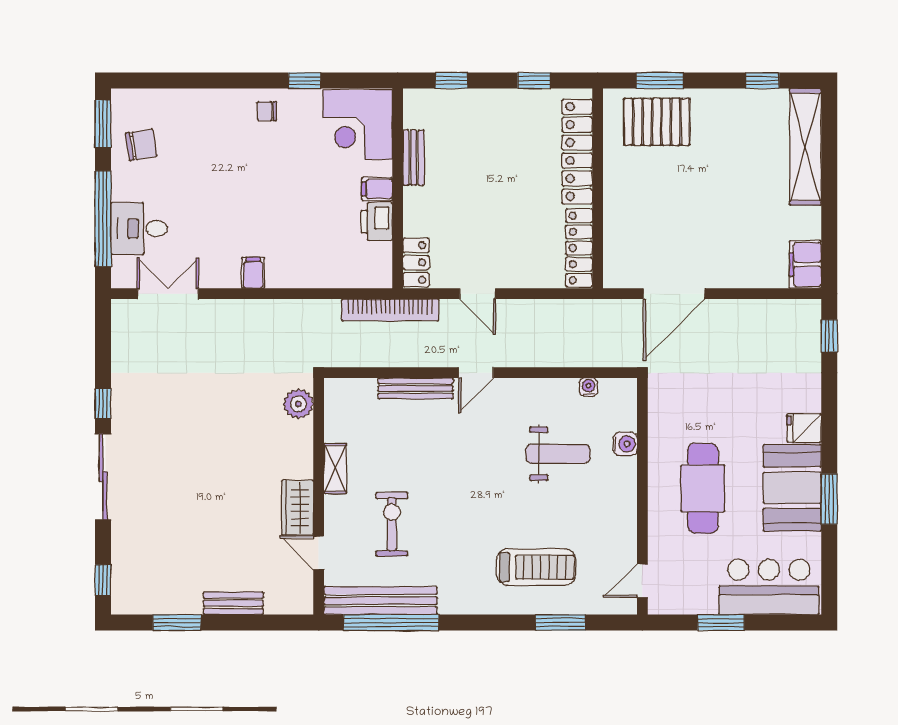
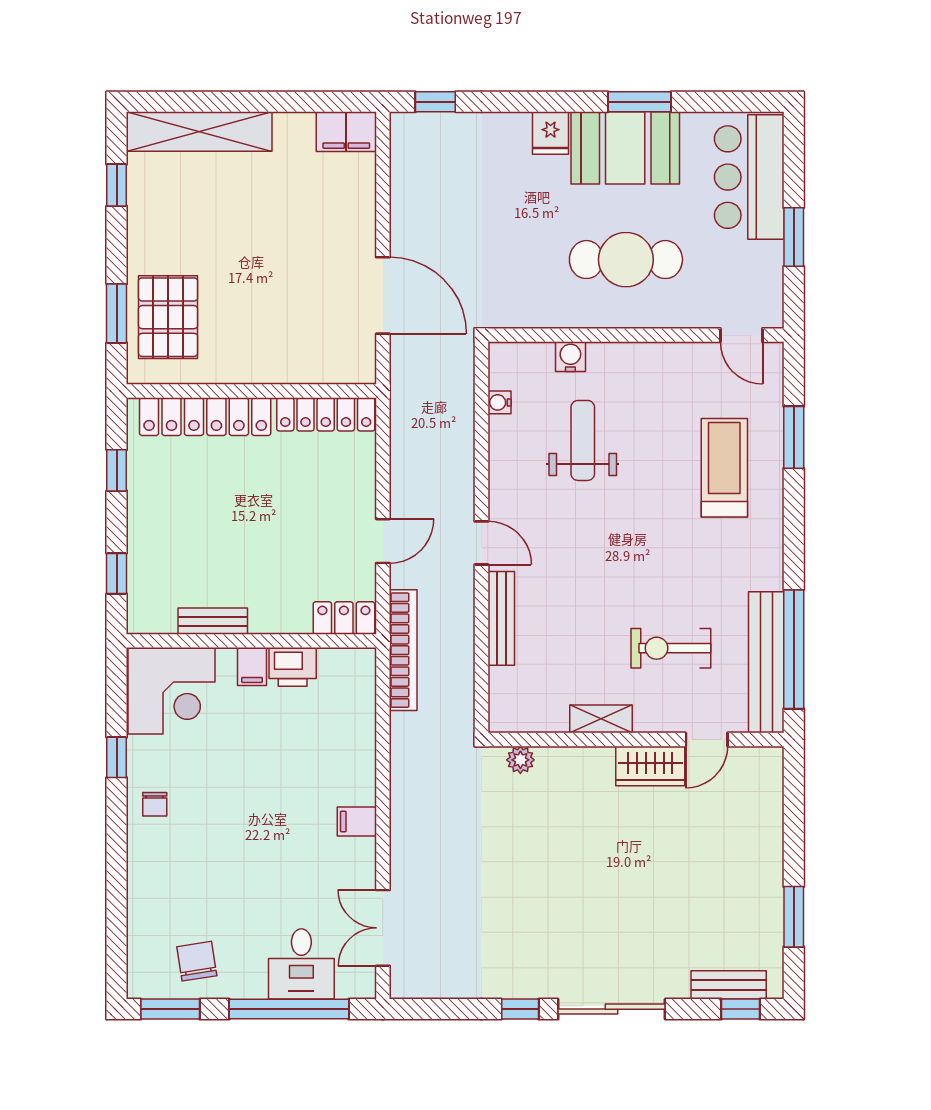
plant: (298, 404) -> (520, 760), width x0.73, depth x0.73
bench: (233, 603) -> (729, 985), moved, turned 90

